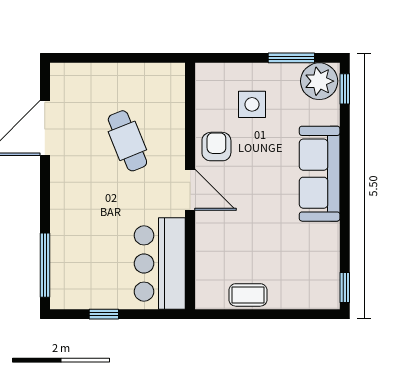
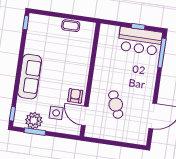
plant: (319, 81) -> (34, 121), moved
armchair: (216, 147) -> (75, 96), turned 180
door: (190, 190) -> (85, 116), moved
bar counter: (160, 263) -> (140, 41), moved, turned 90

